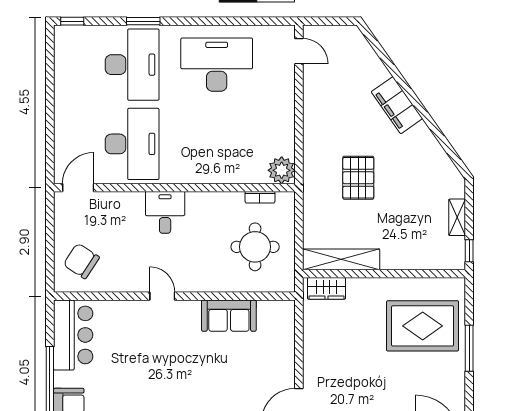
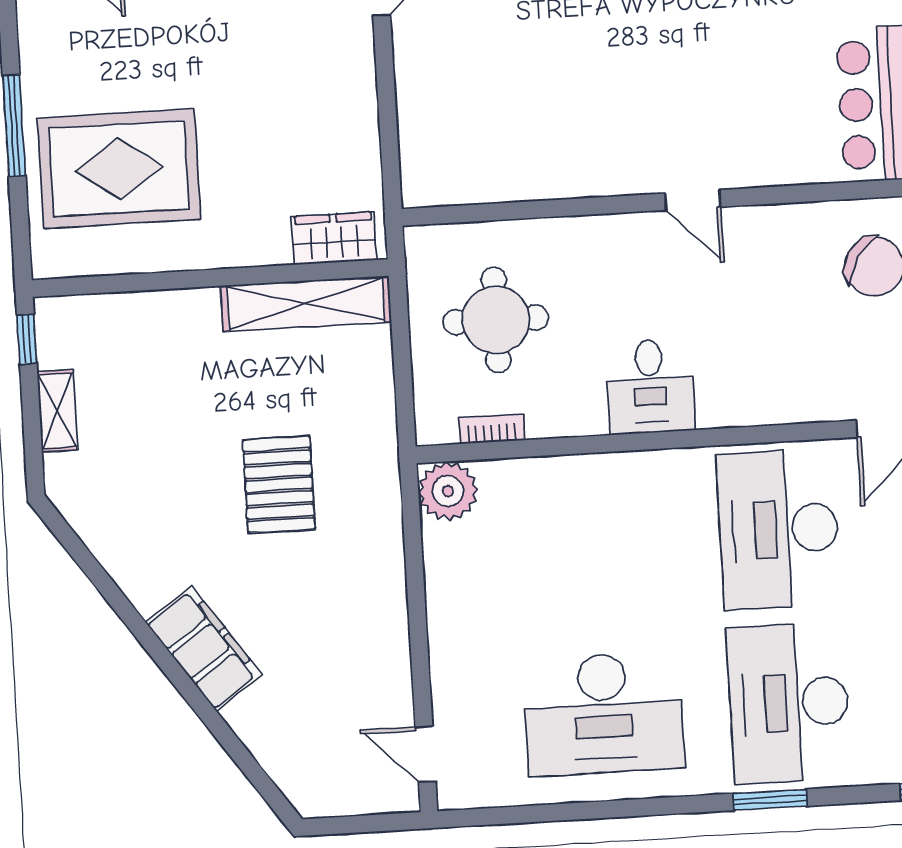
desk: (165, 212) -> (650, 386), moved
sofa: (229, 316) -> (544, 166), removed

